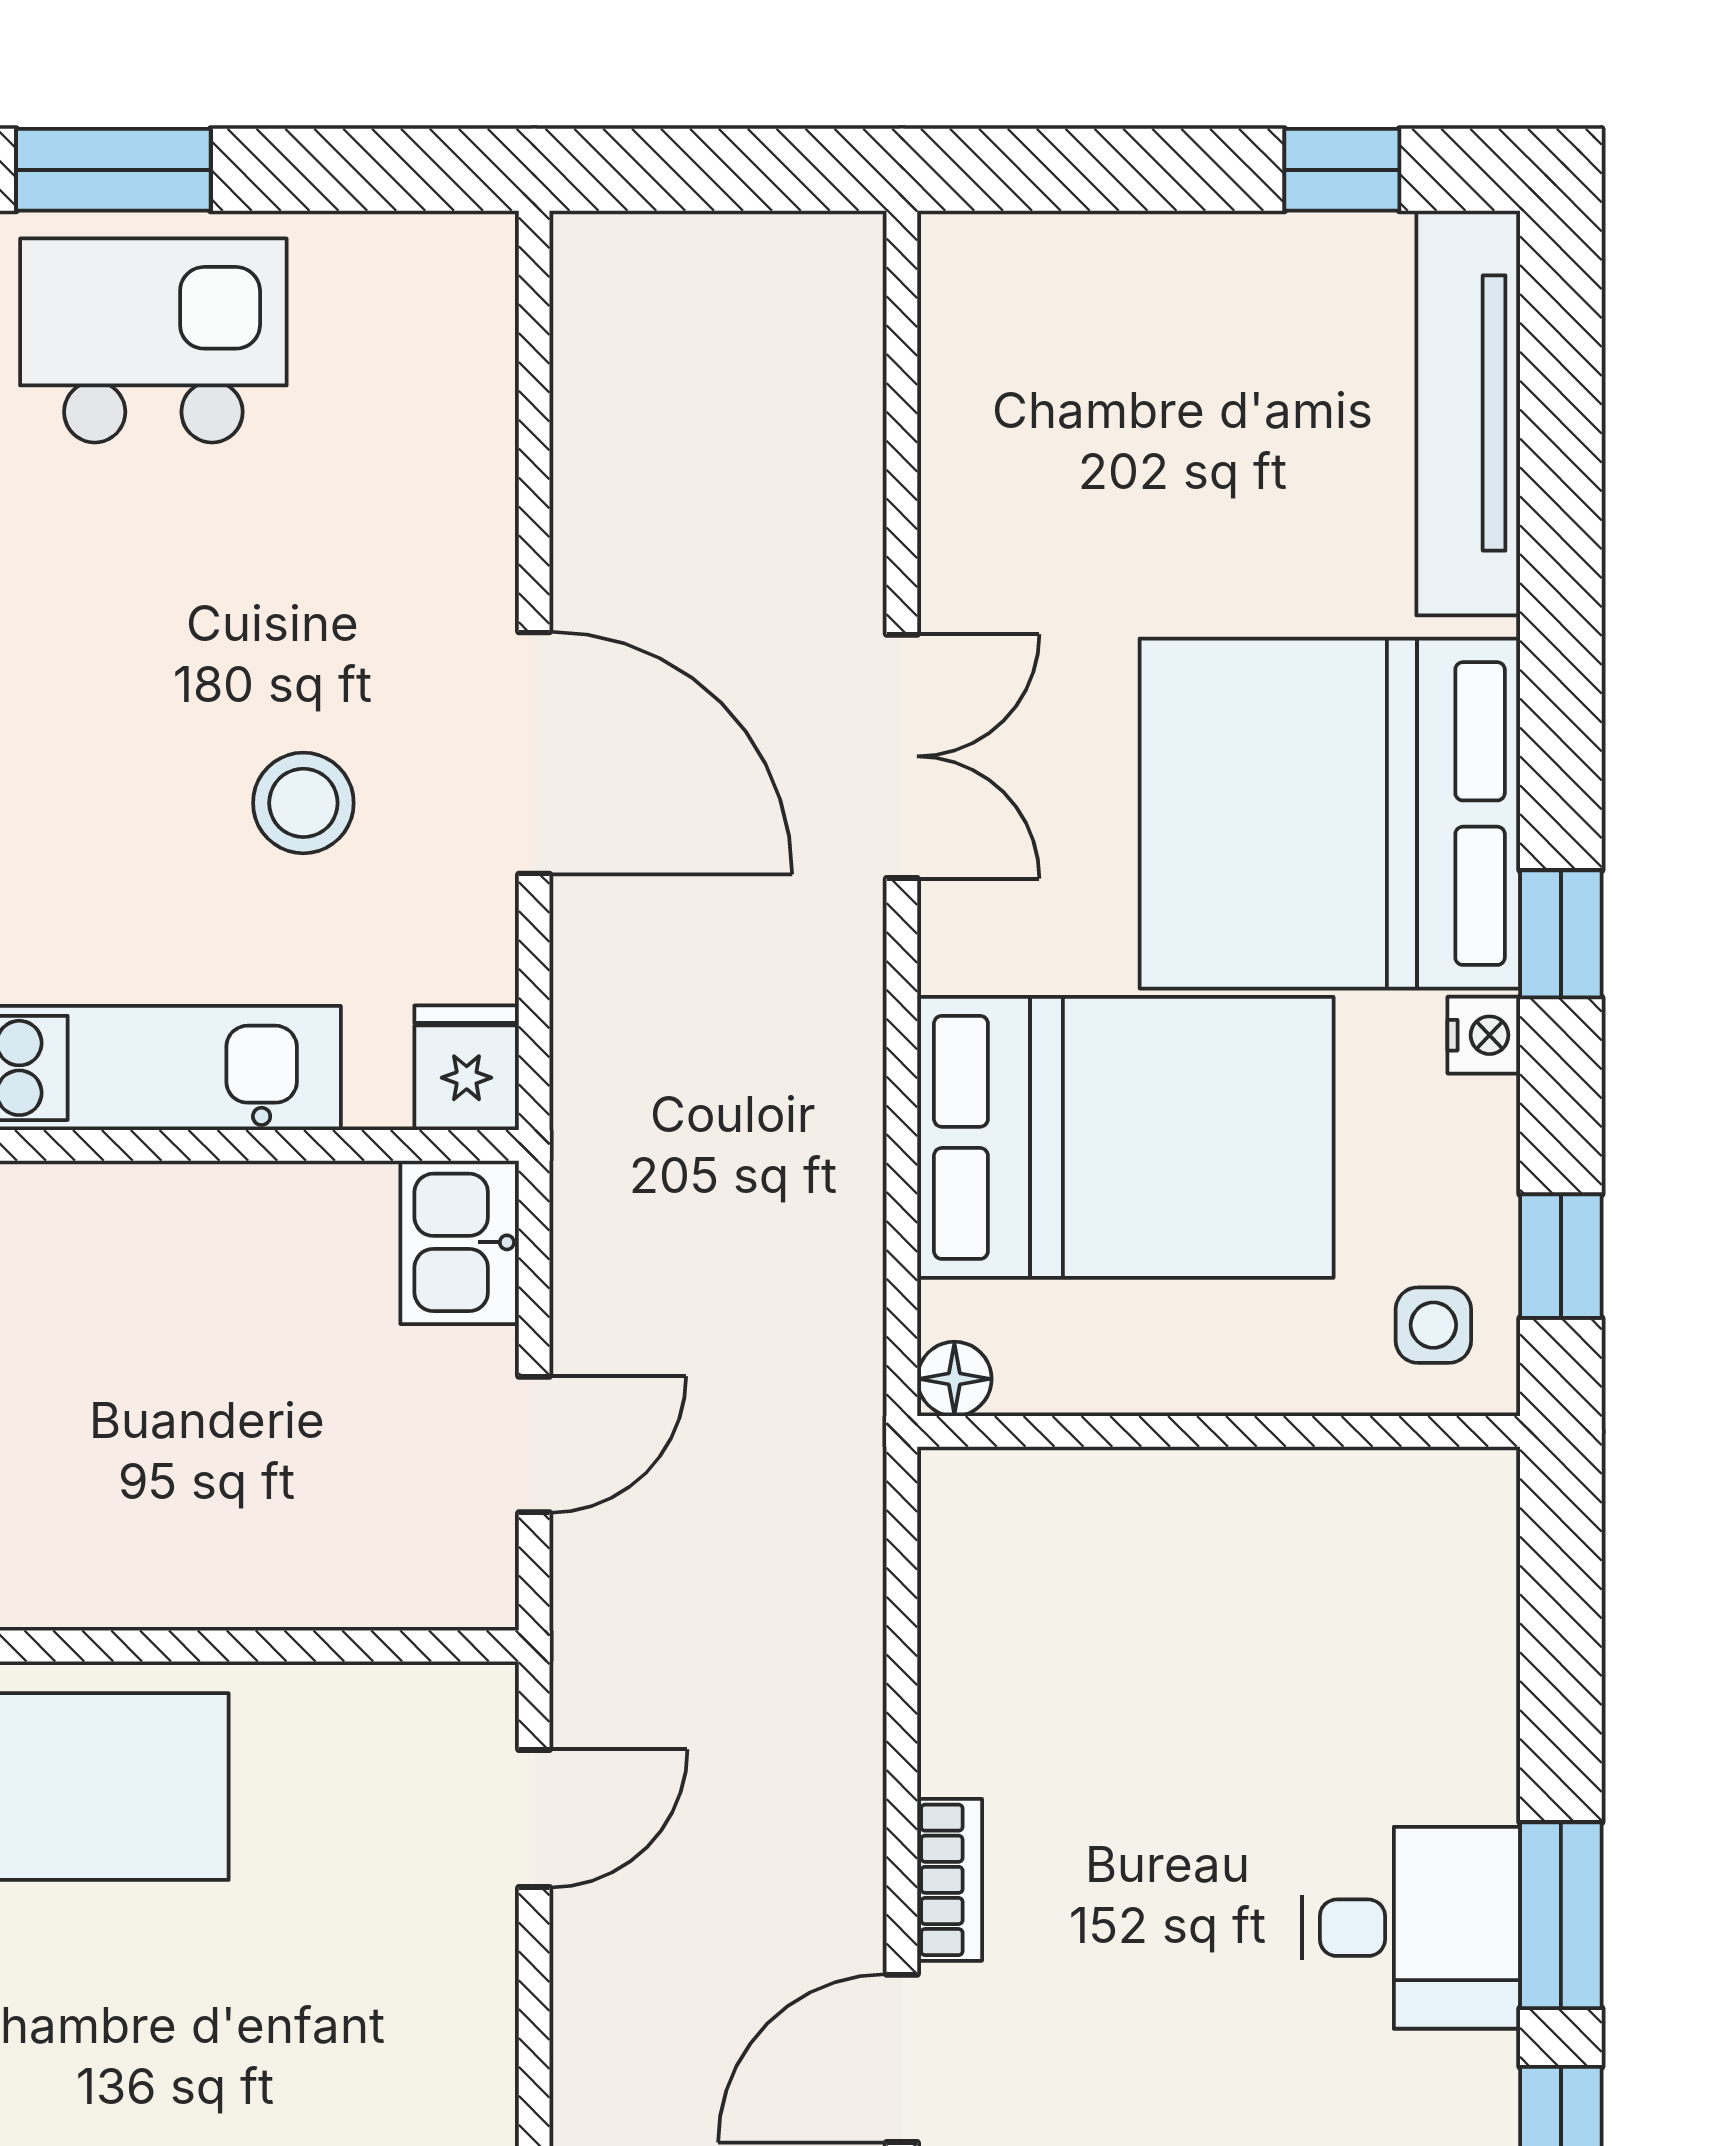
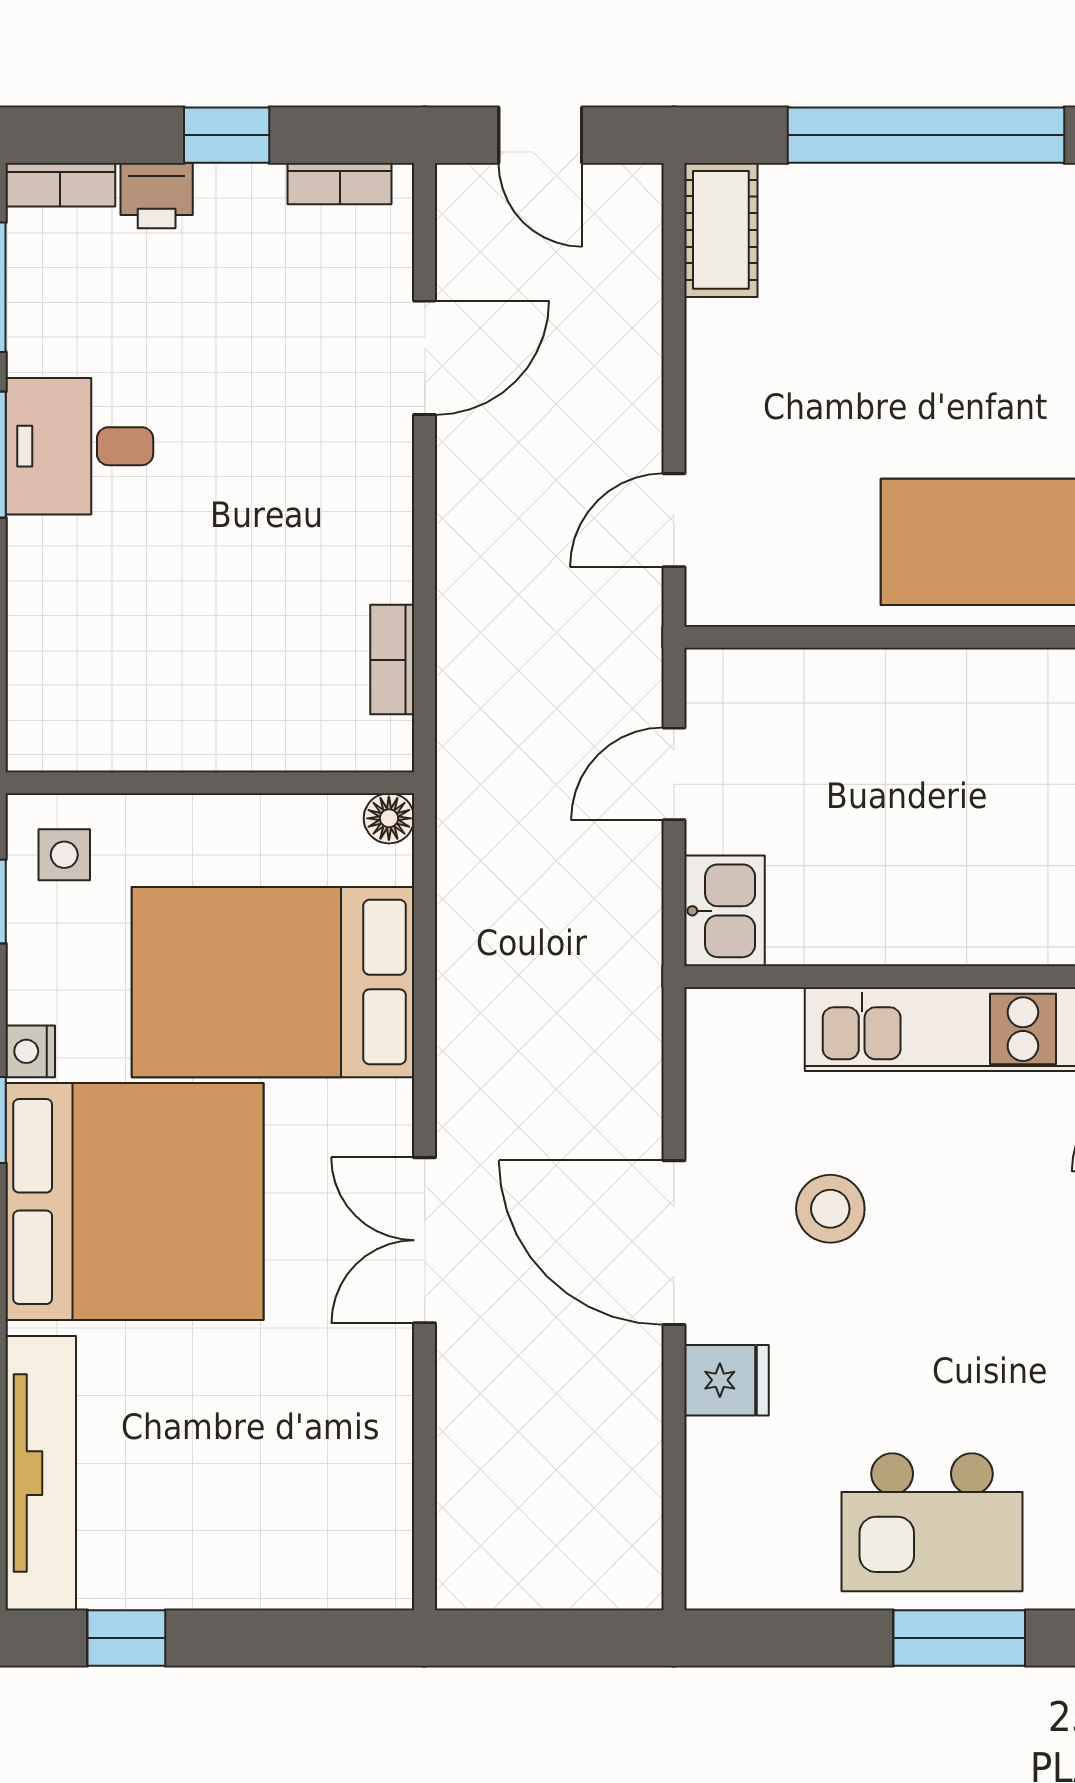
fridge: (467, 1068) -> (727, 1380), moved, turned -90
bookcase: (950, 1880) -> (392, 660), moved

